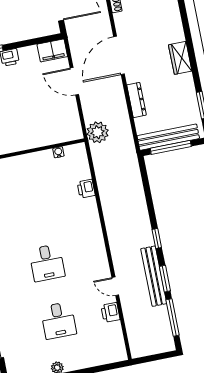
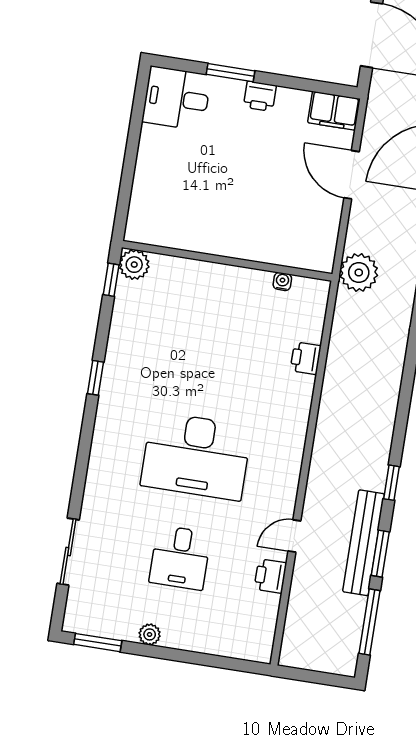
desk: (47, 263) -> (196, 456), width x1.87, depth x1.30
door: (115, 286) -> (294, 536), hinge flipped

